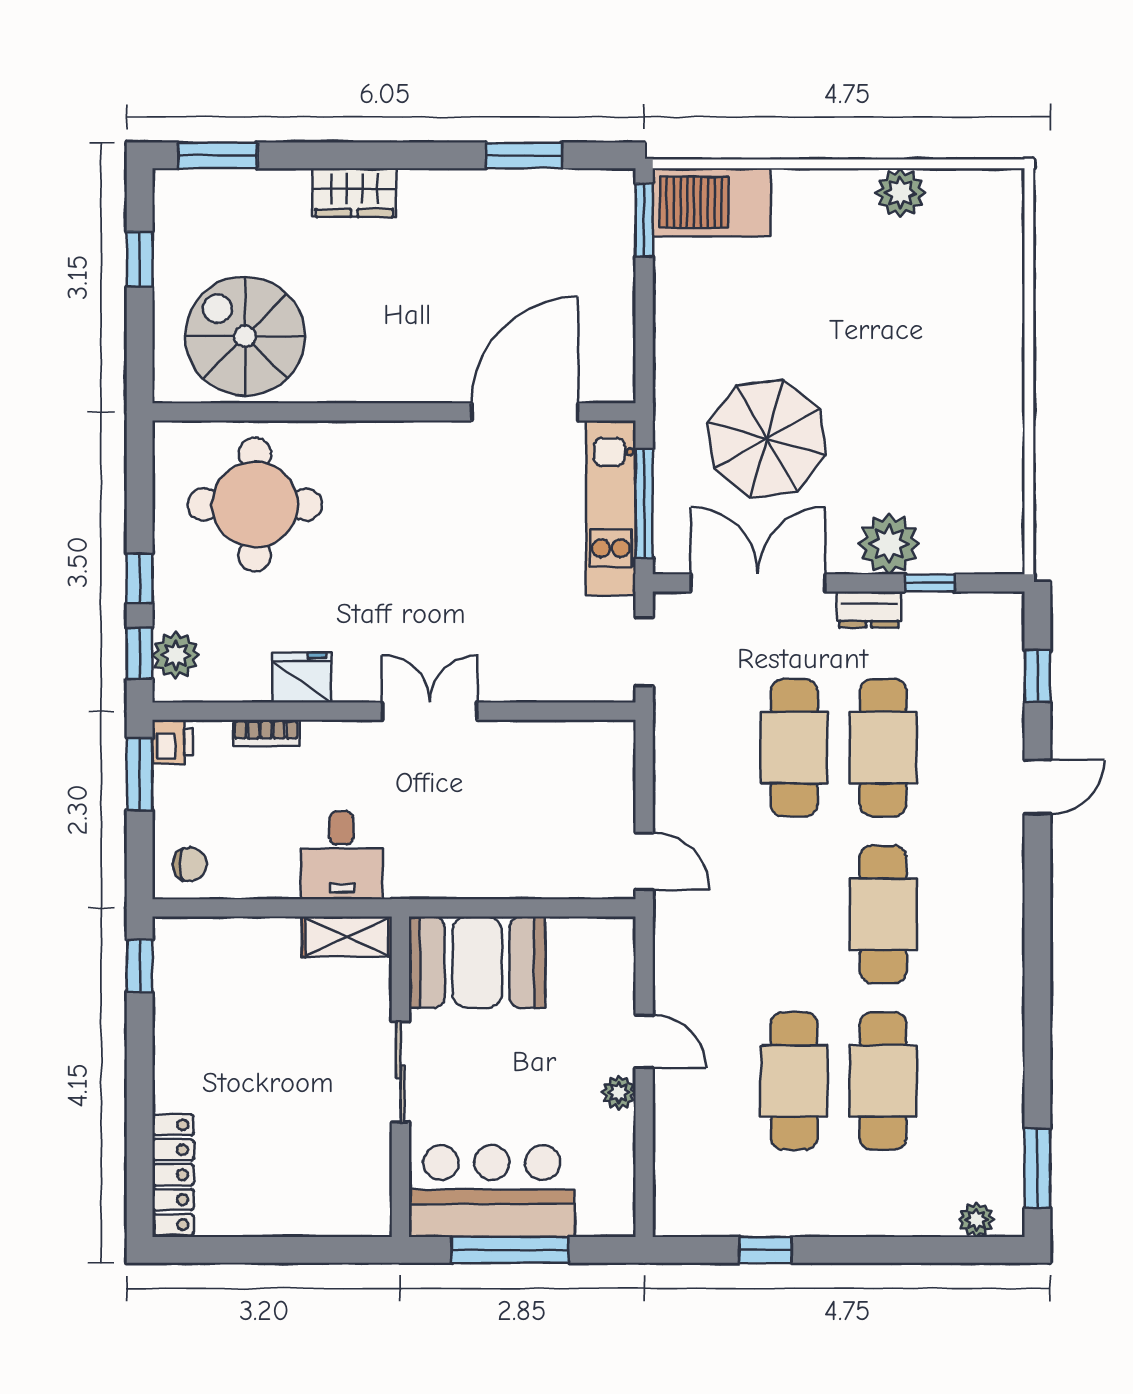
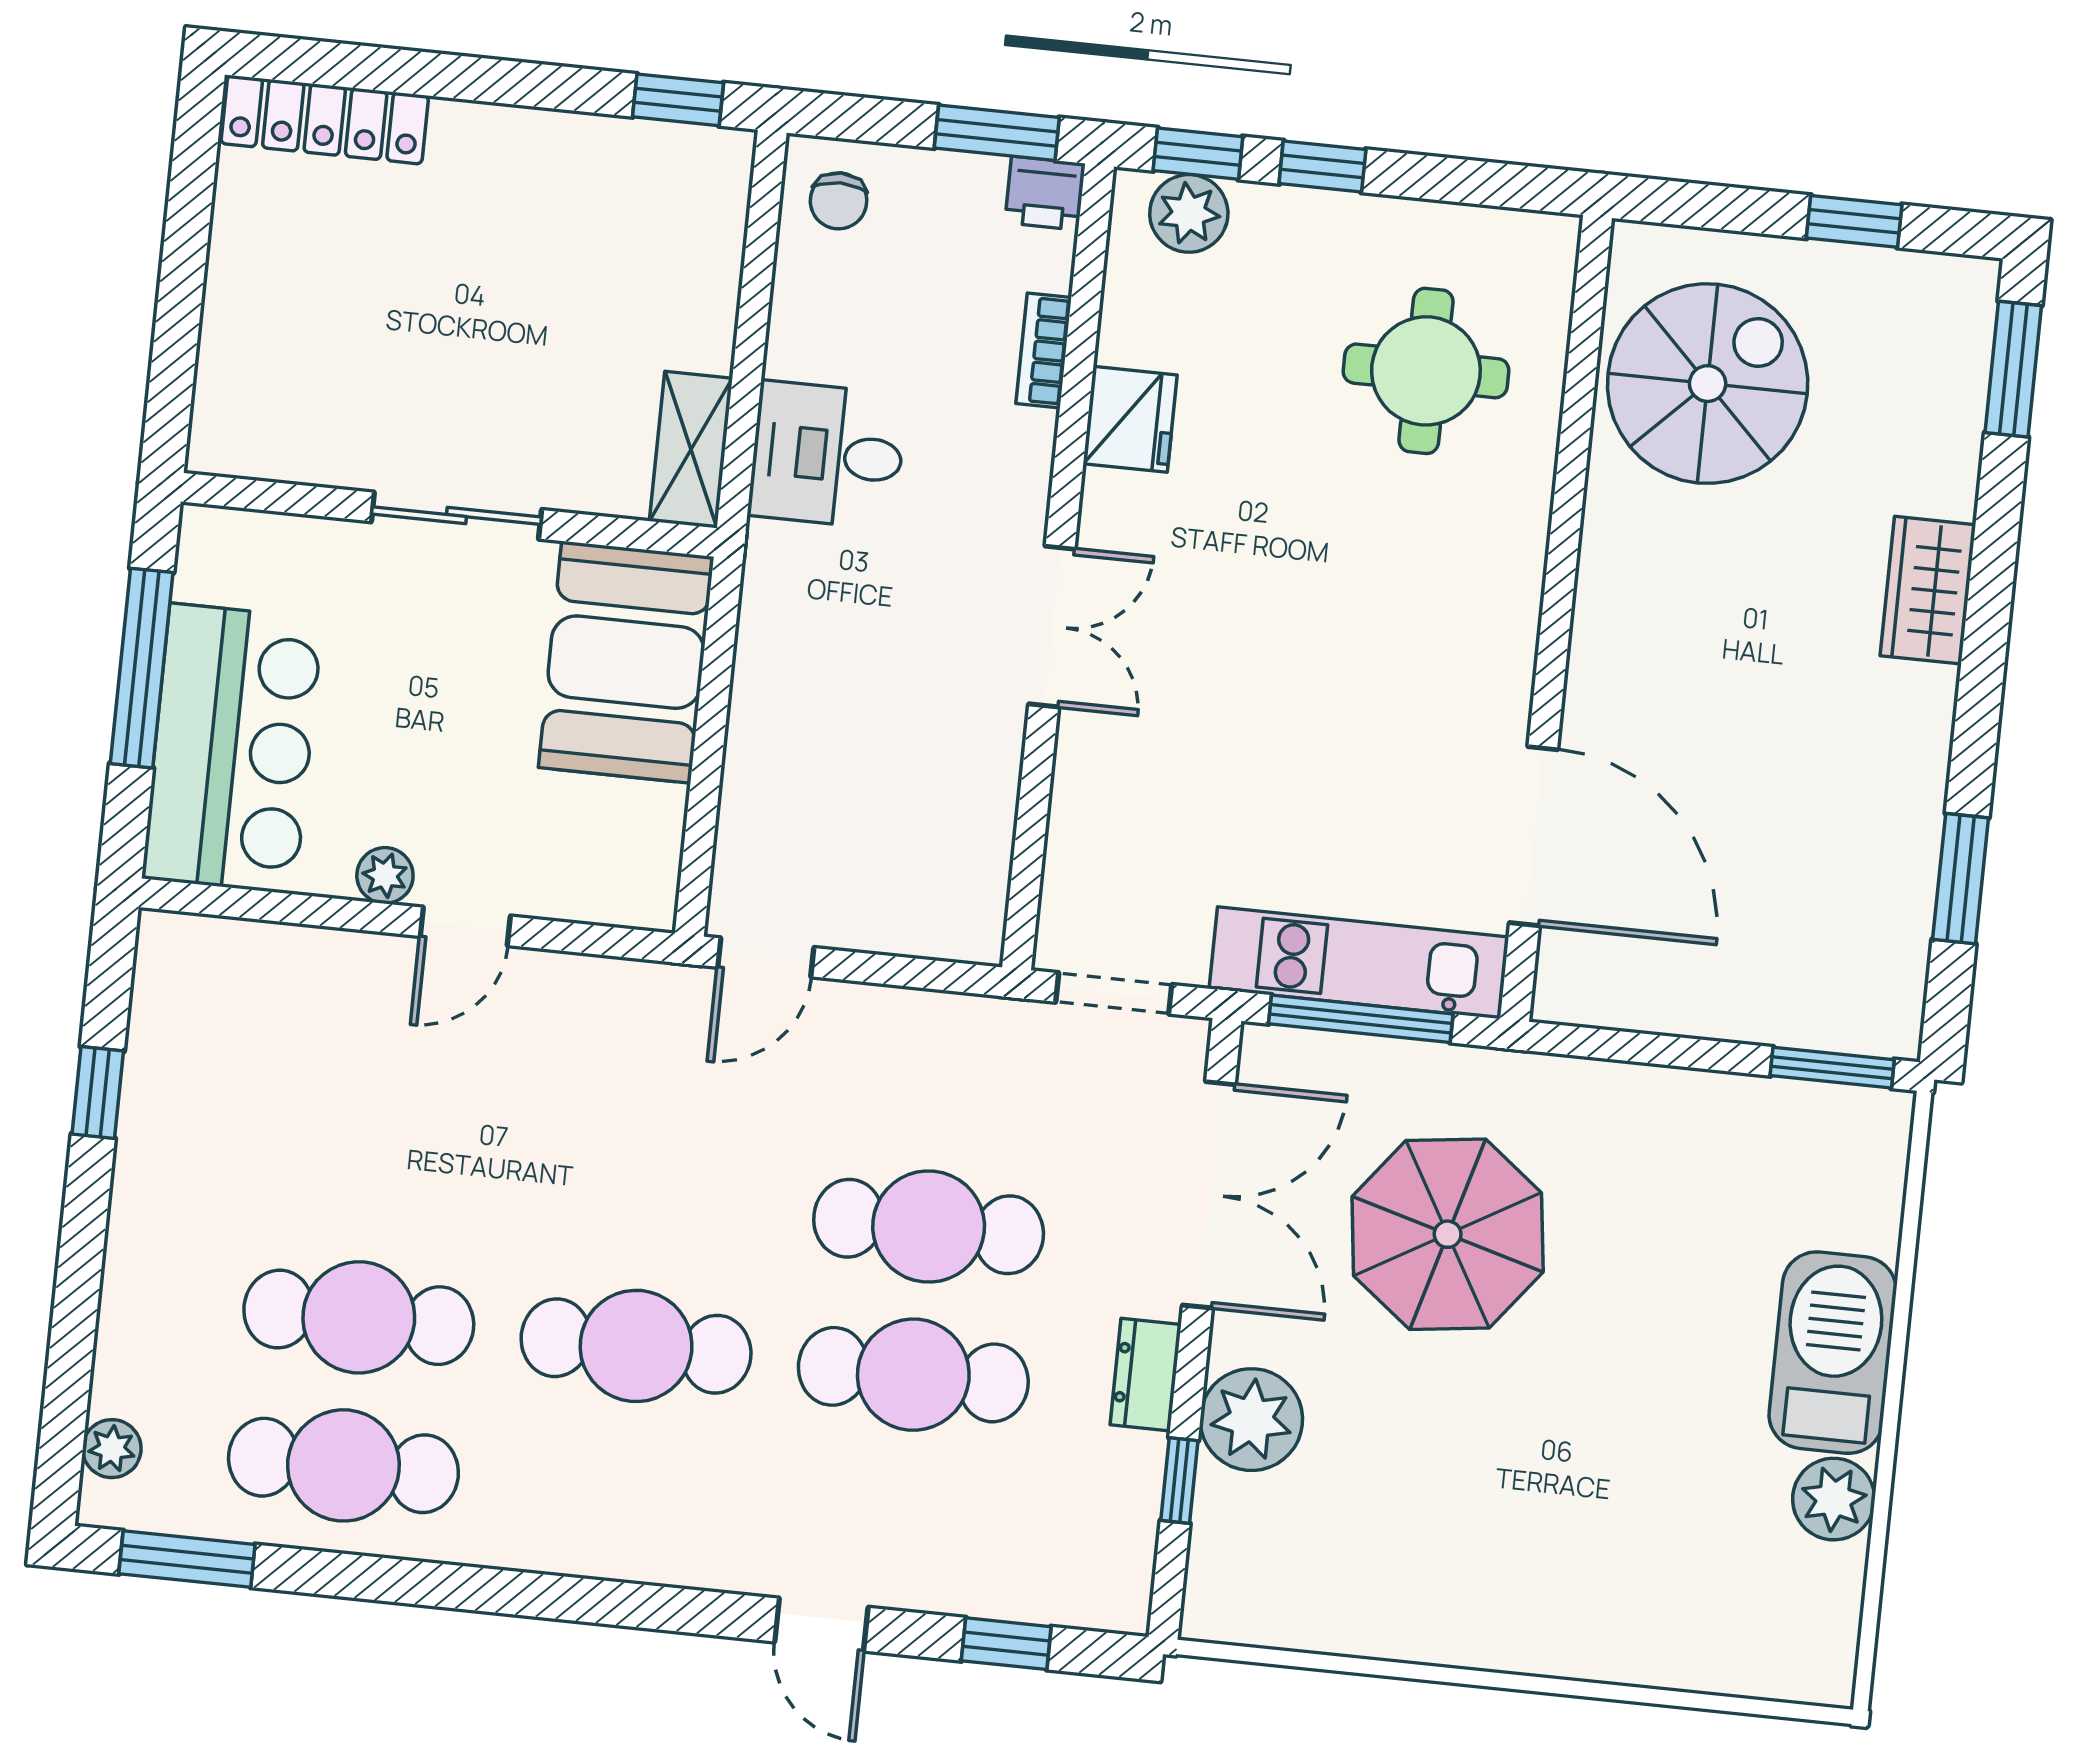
barbecue: (712, 202) -> (1833, 1353), moved
round table: (255, 504) -> (1426, 371), width x0.73, depth x0.73
cafe table: (794, 1081) -> (343, 1465), moved
bar counter: (492, 1191) -> (232, 748), moved

